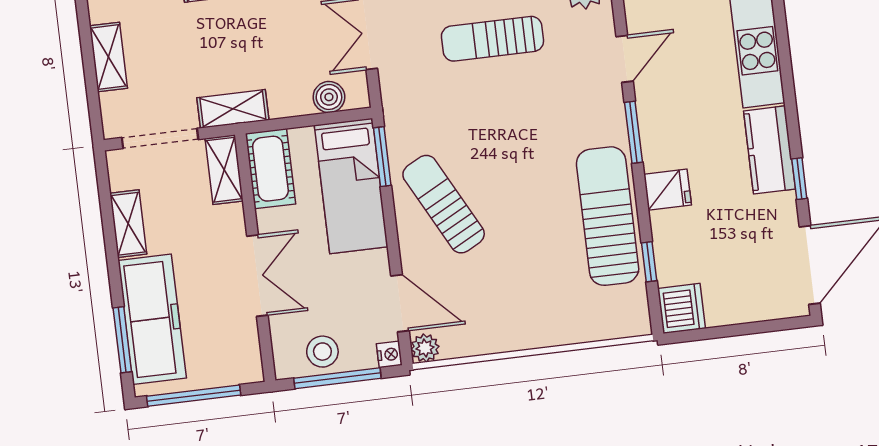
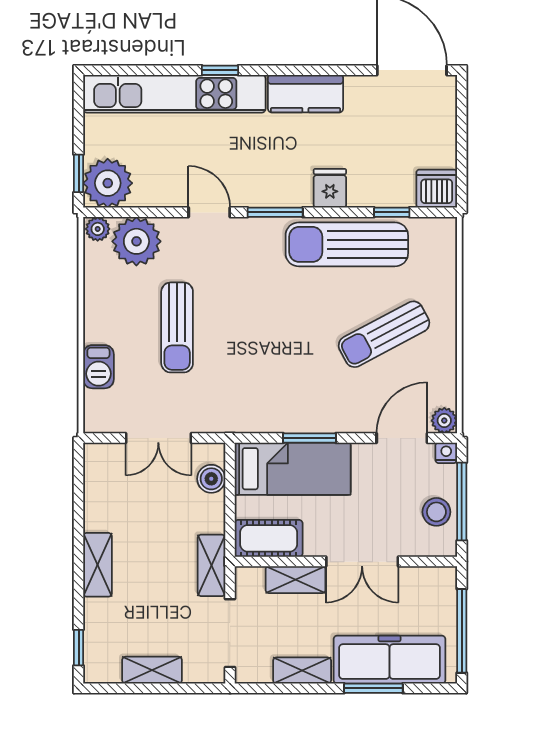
window: (382, 157) -> (309, 438), moved
shelving: (224, 170) -> (296, 580), moved
window: (799, 179) -> (220, 70), moved
sun lounger: (444, 204) -> (384, 334), moved
double door: (257, 276) -> (362, 562), swing flipped
window: (122, 340) -> (373, 688), moved

